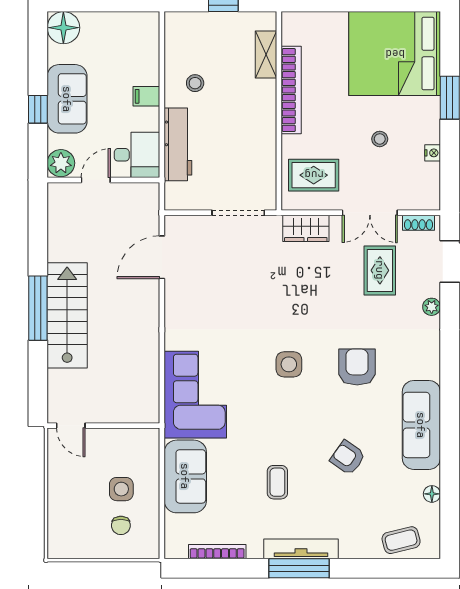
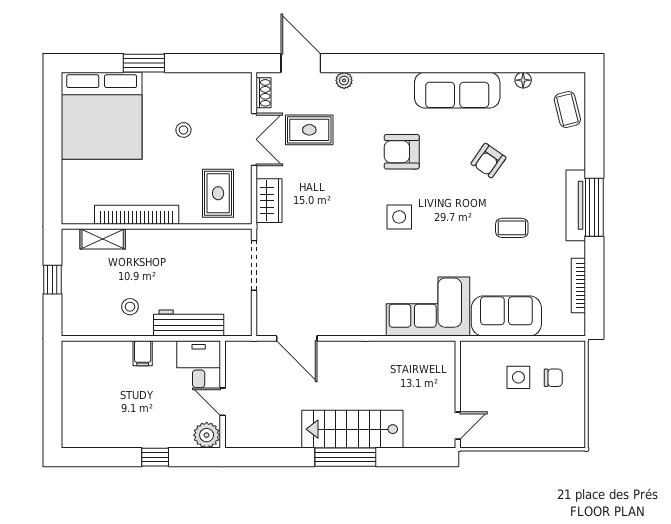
floor lamp: (63, 28) -> (77, 433), removed
sofa: (67, 99) -> (145, 429), removed
nightstand: (433, 153) -> (197, 79), removed

